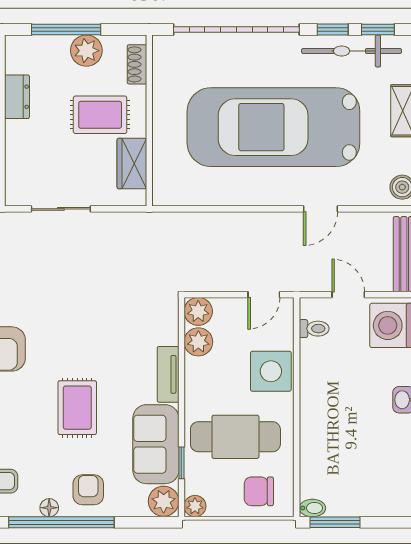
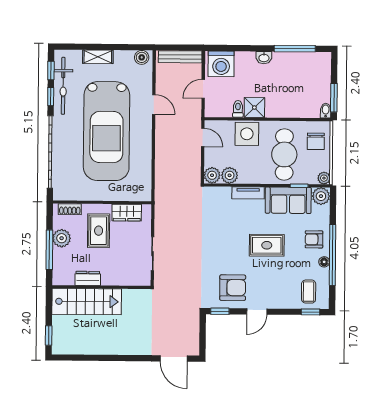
toilet: (314, 329) -> (238, 109), moved
shower: (317, 384) -> (254, 108), added

